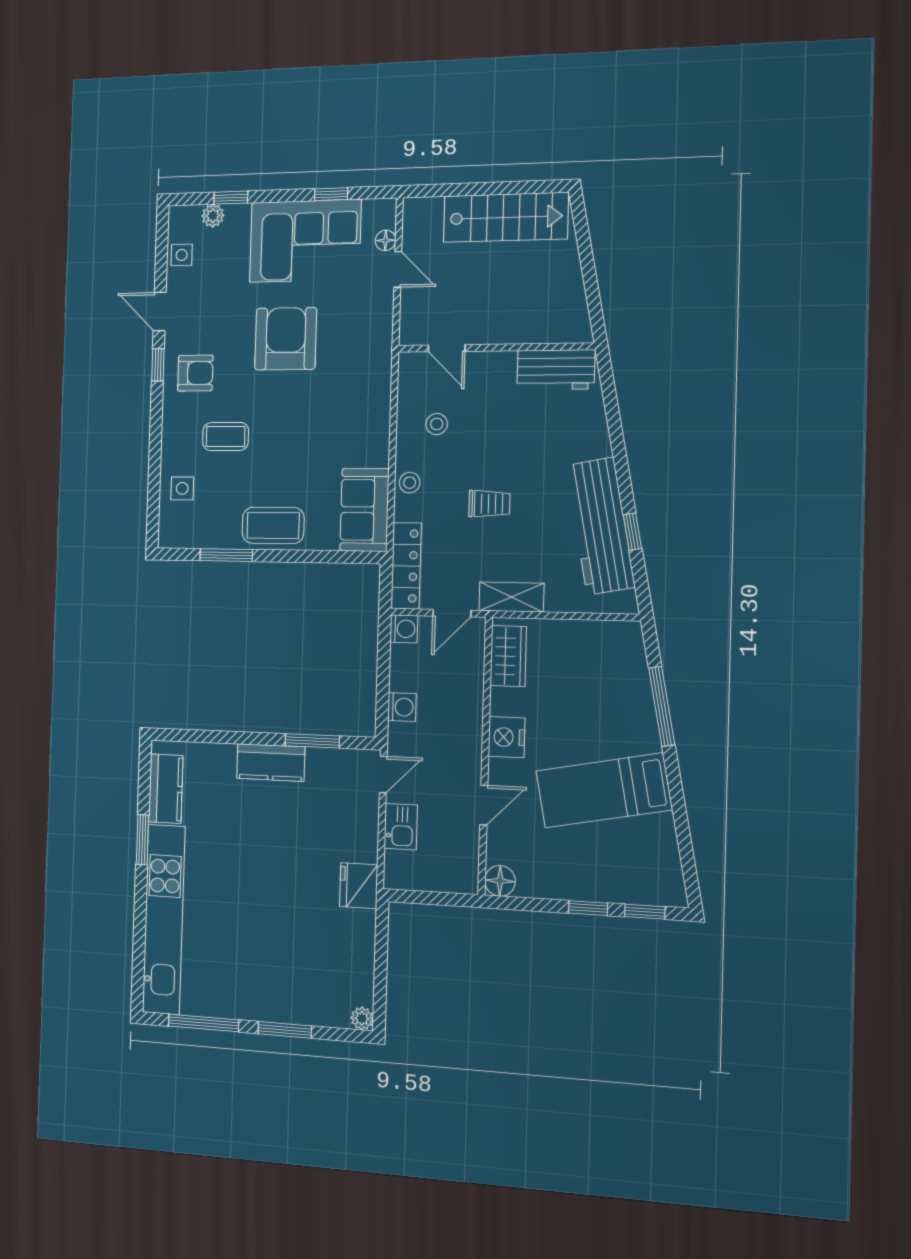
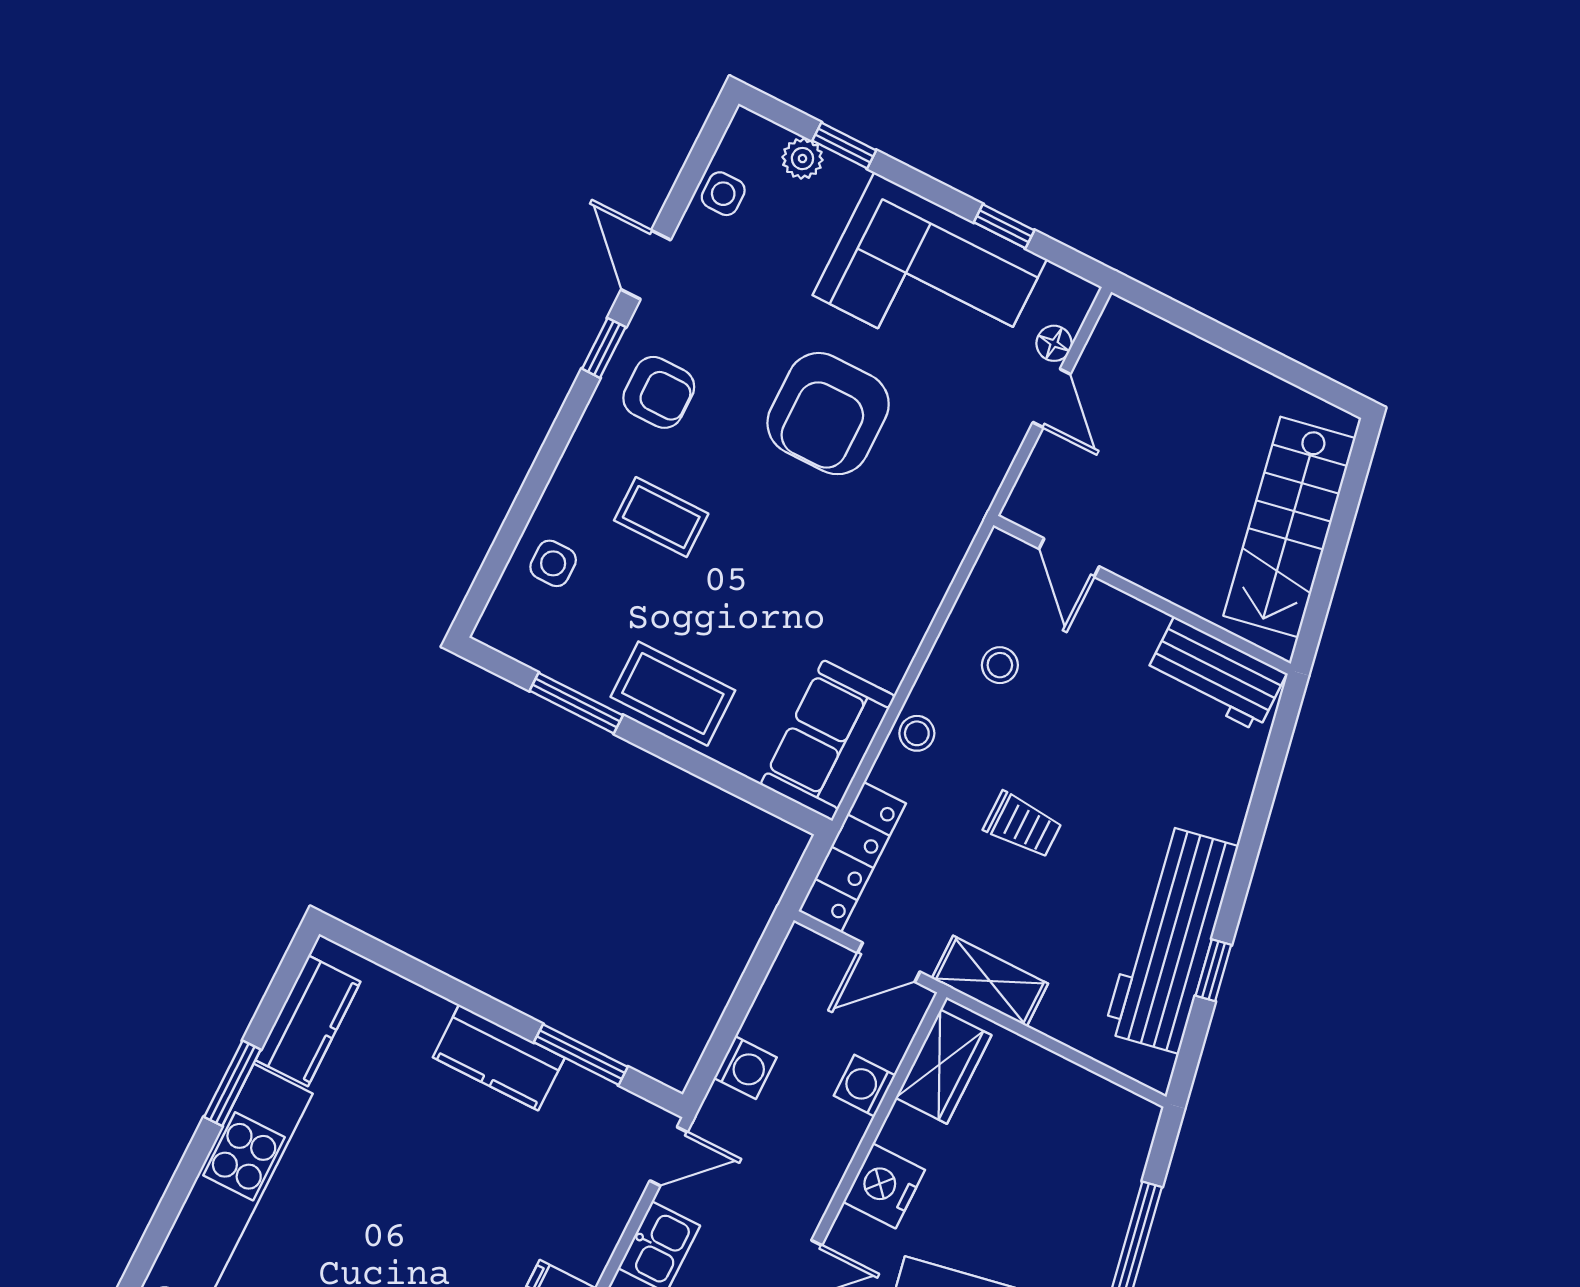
stairs: (506, 217) -> (1289, 527), moved, turned 79
armchair: (286, 339) -> (828, 414), turned 180
washing machine: (404, 629) -> (865, 1086), moved, turned 180

